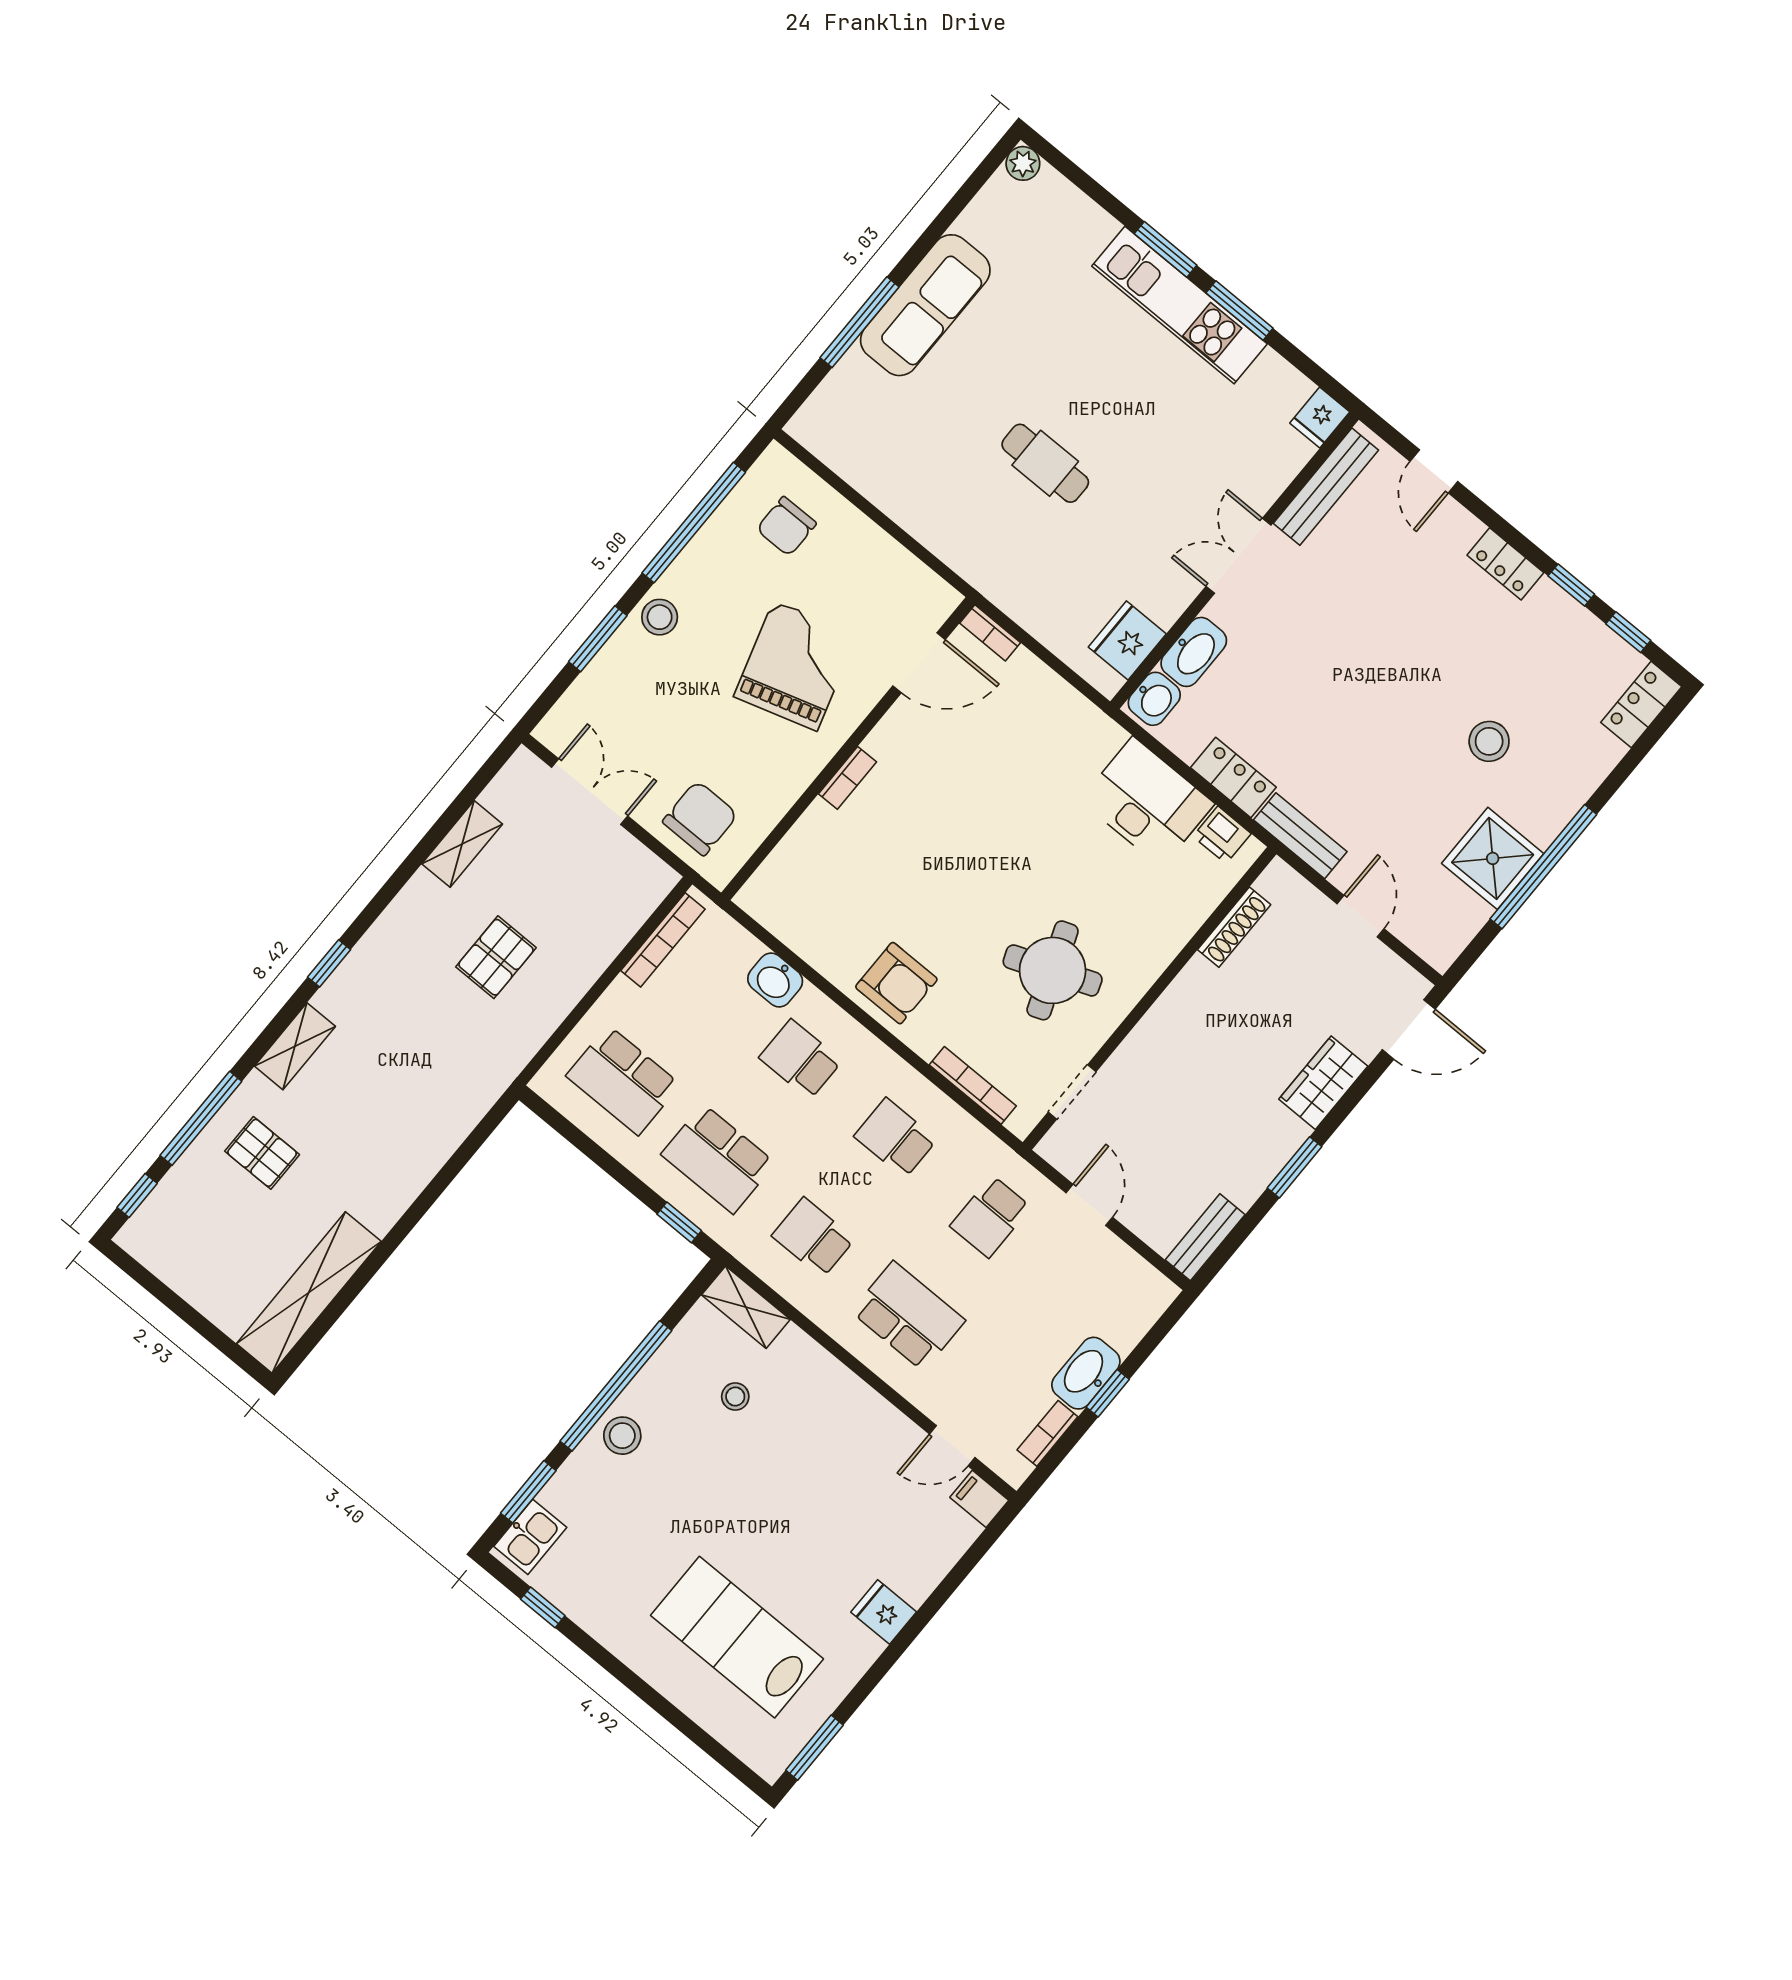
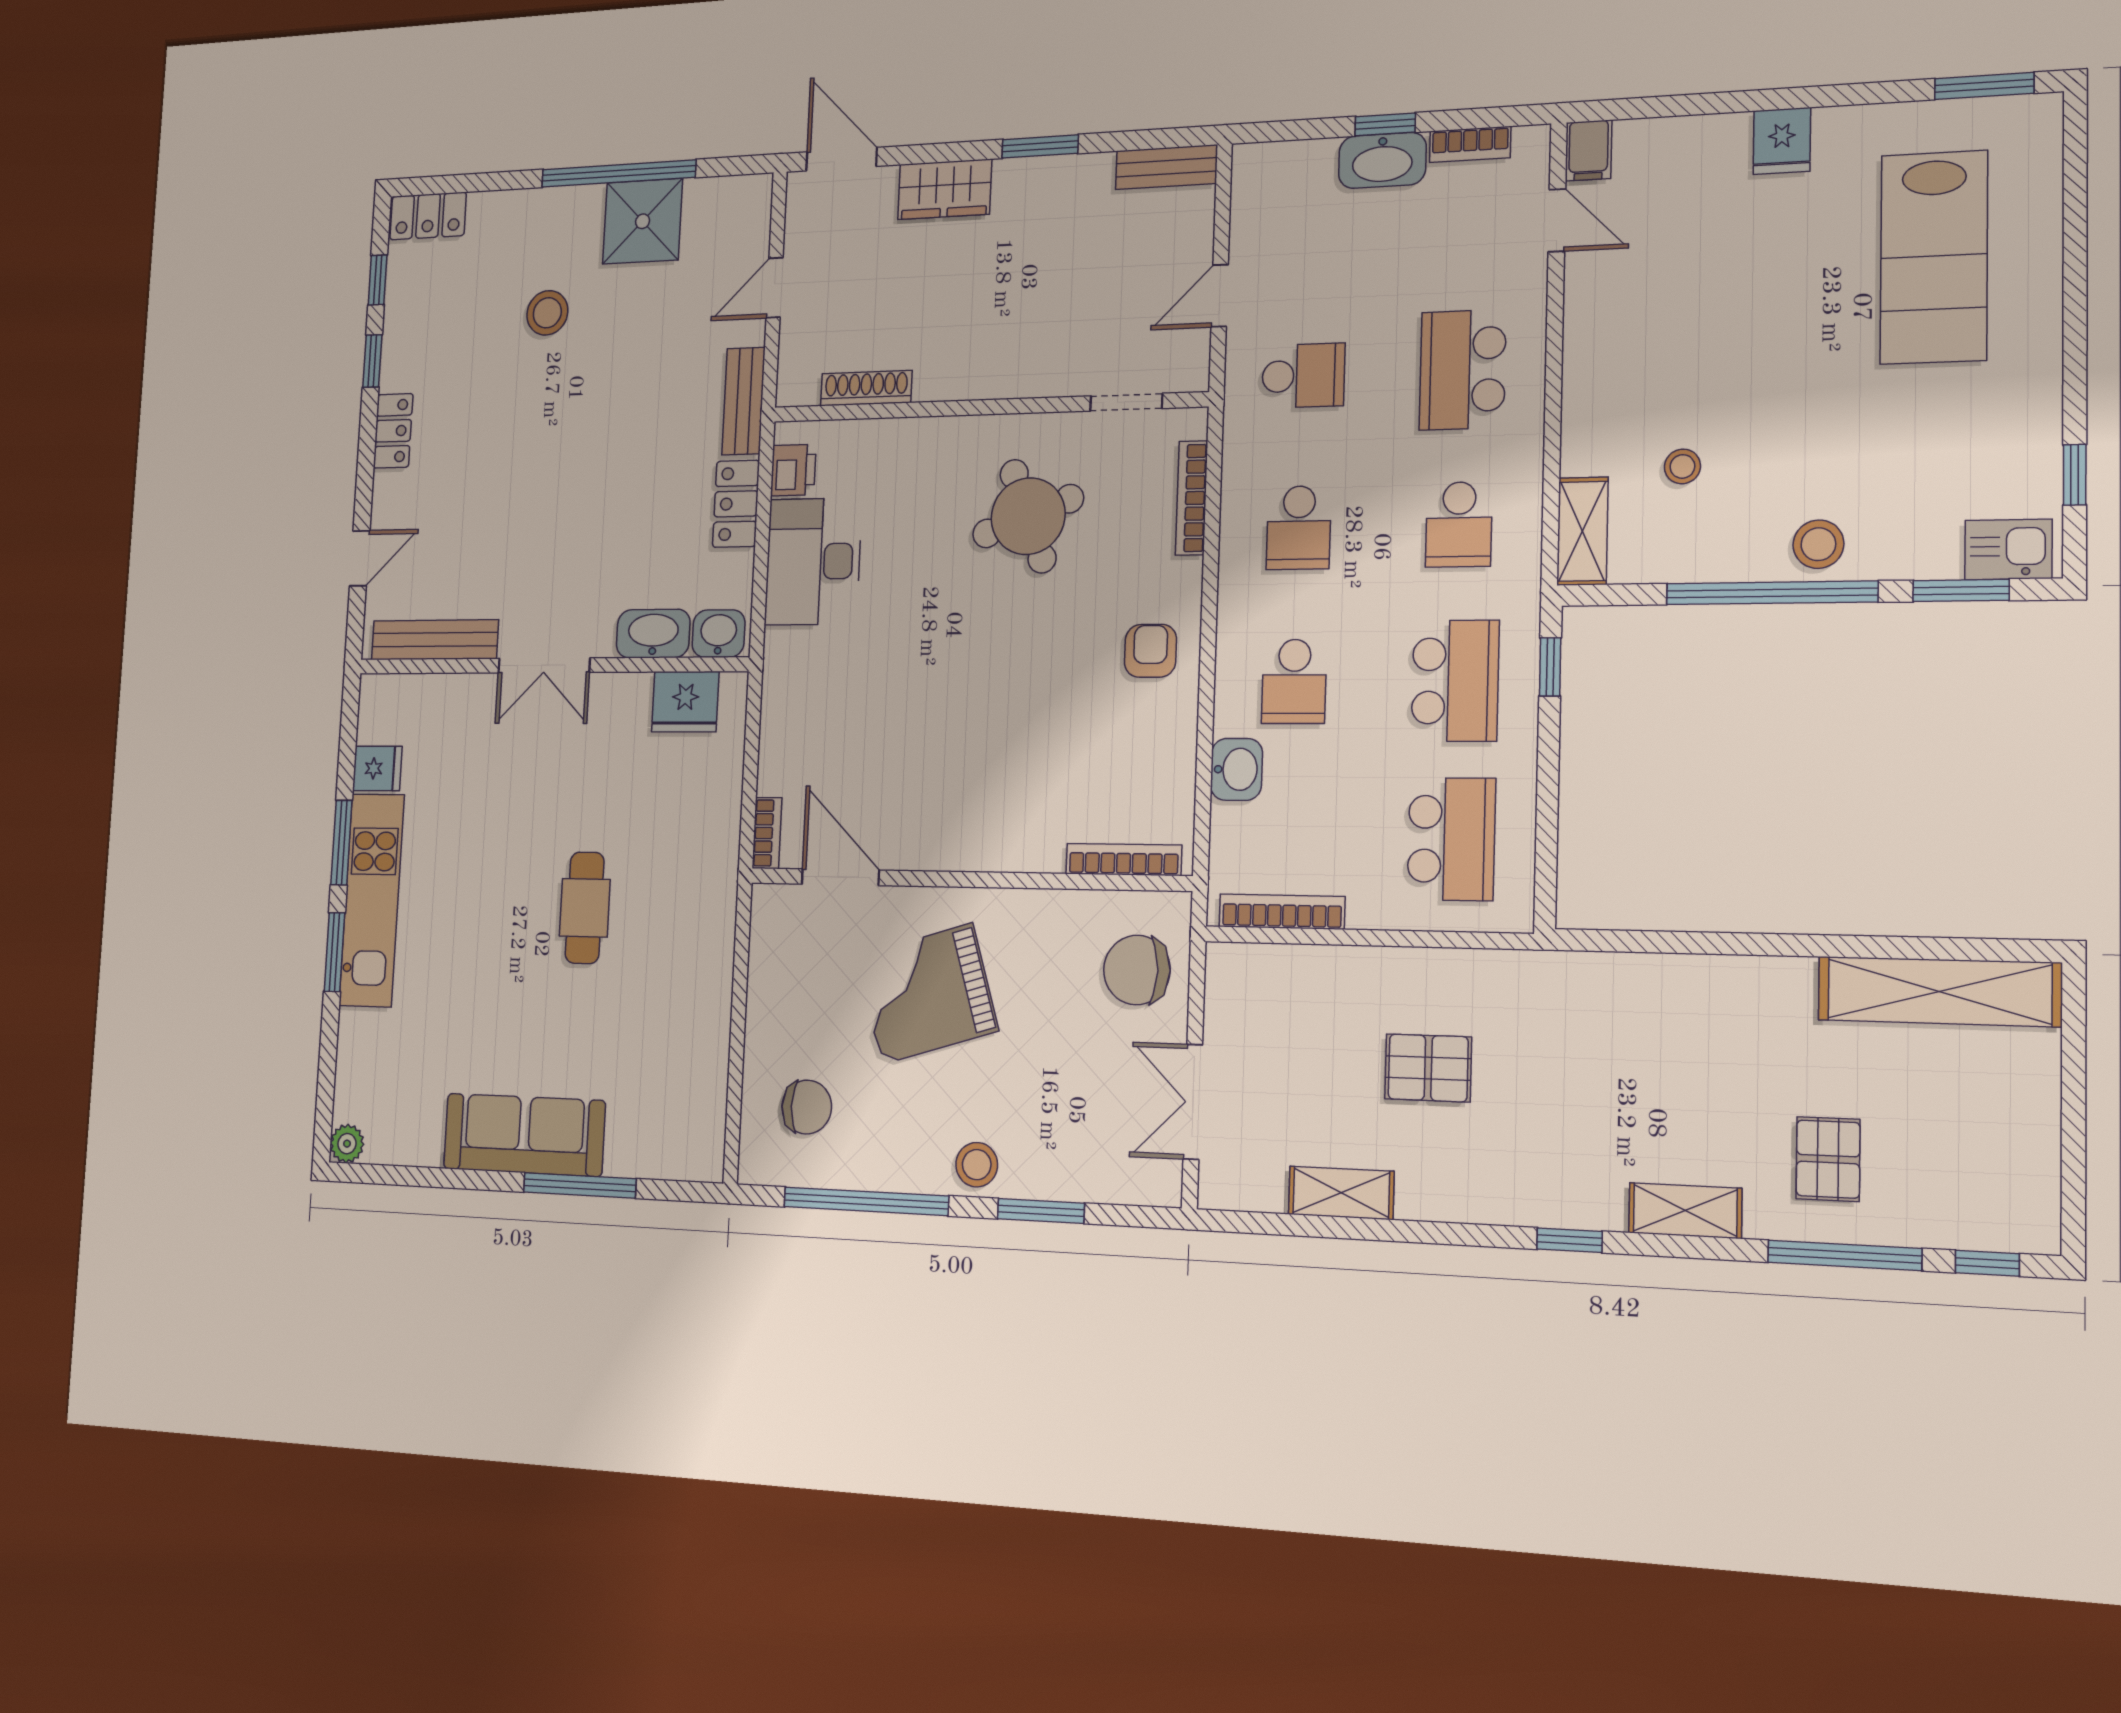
fridge: (1320, 418) -> (377, 768), moved
bookcase: (848, 778) -> (1124, 860), moved, width x1.56
armchair: (896, 983) -> (1150, 651), width x0.72, depth x0.72

